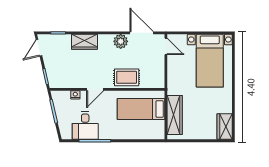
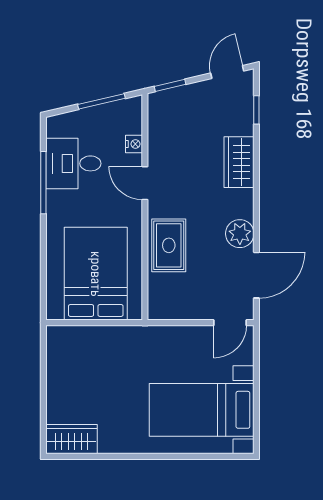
door: (39, 48) -> (227, 72), hinge flipped
bed: (141, 109) -> (96, 274), width x1.50
wardrobe: (175, 115) -> (94, 340), removed

